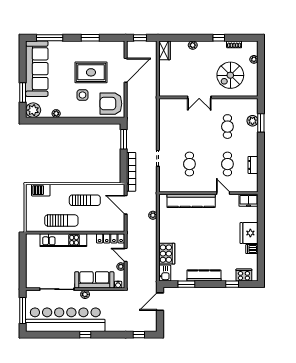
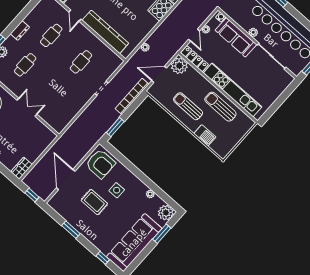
window: (50, 38) -> (103, 258), width x0.46
door: (126, 70) -> (66, 180), hinge flipped
rug: (91, 72) -> (94, 202), width x0.73, depth x0.70
dresser: (253, 165) -> (20, 30), moved
barbecue: (41, 190) -> (205, 135), moved
door: (126, 205) -> (159, 74), swing flipped
plant: (117, 224) -> (179, 66), added
kitchen unit: (63, 240) -> (233, 90), width x1.36

